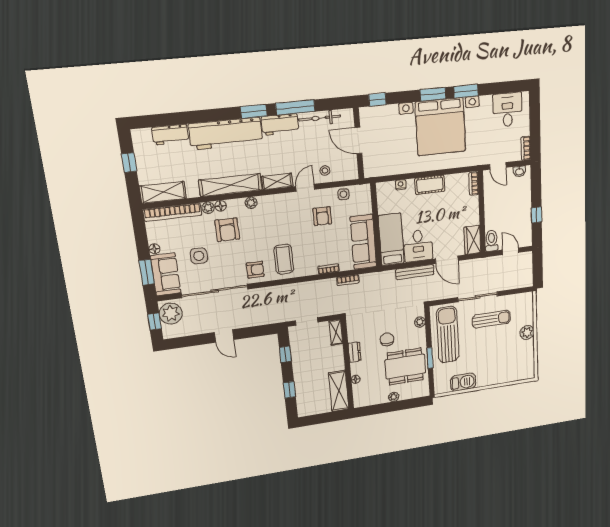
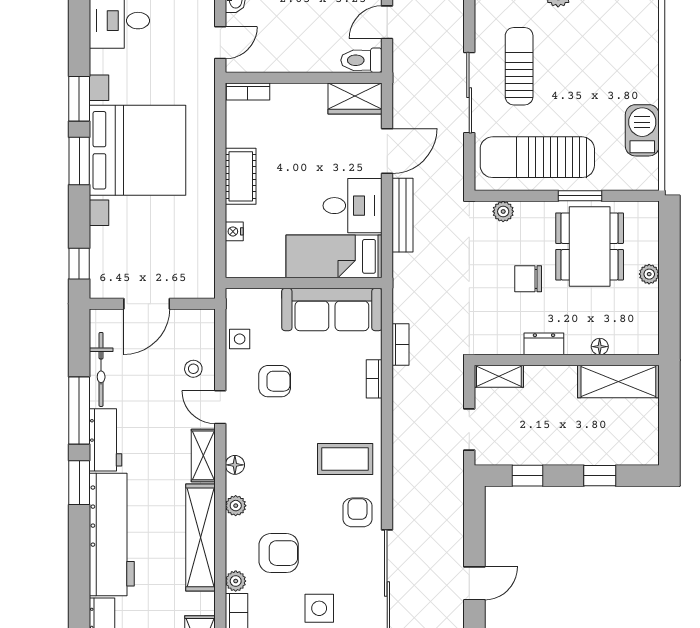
floor lamp: (221, 206) -> (235, 465), moved

